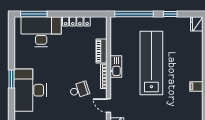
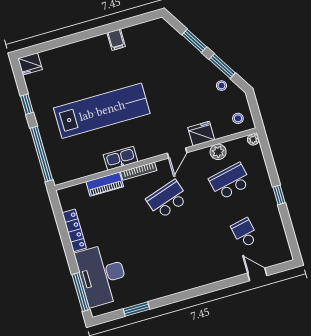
lab bench: (151, 63) -> (102, 111), turned 180
window: (12, 79) -> (136, 309), moved
desk: (30, 90) -> (187, 267), removed
school desk: (79, 90) -> (167, 199), width x1.85

